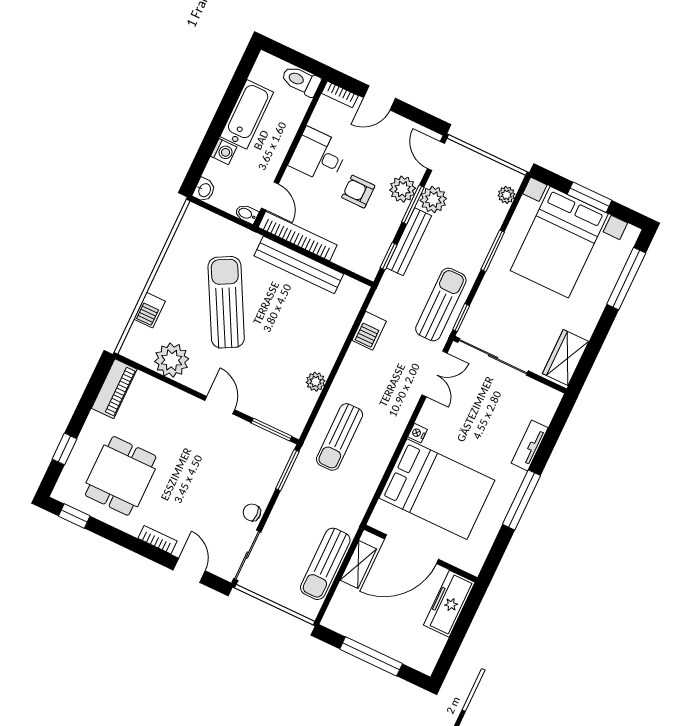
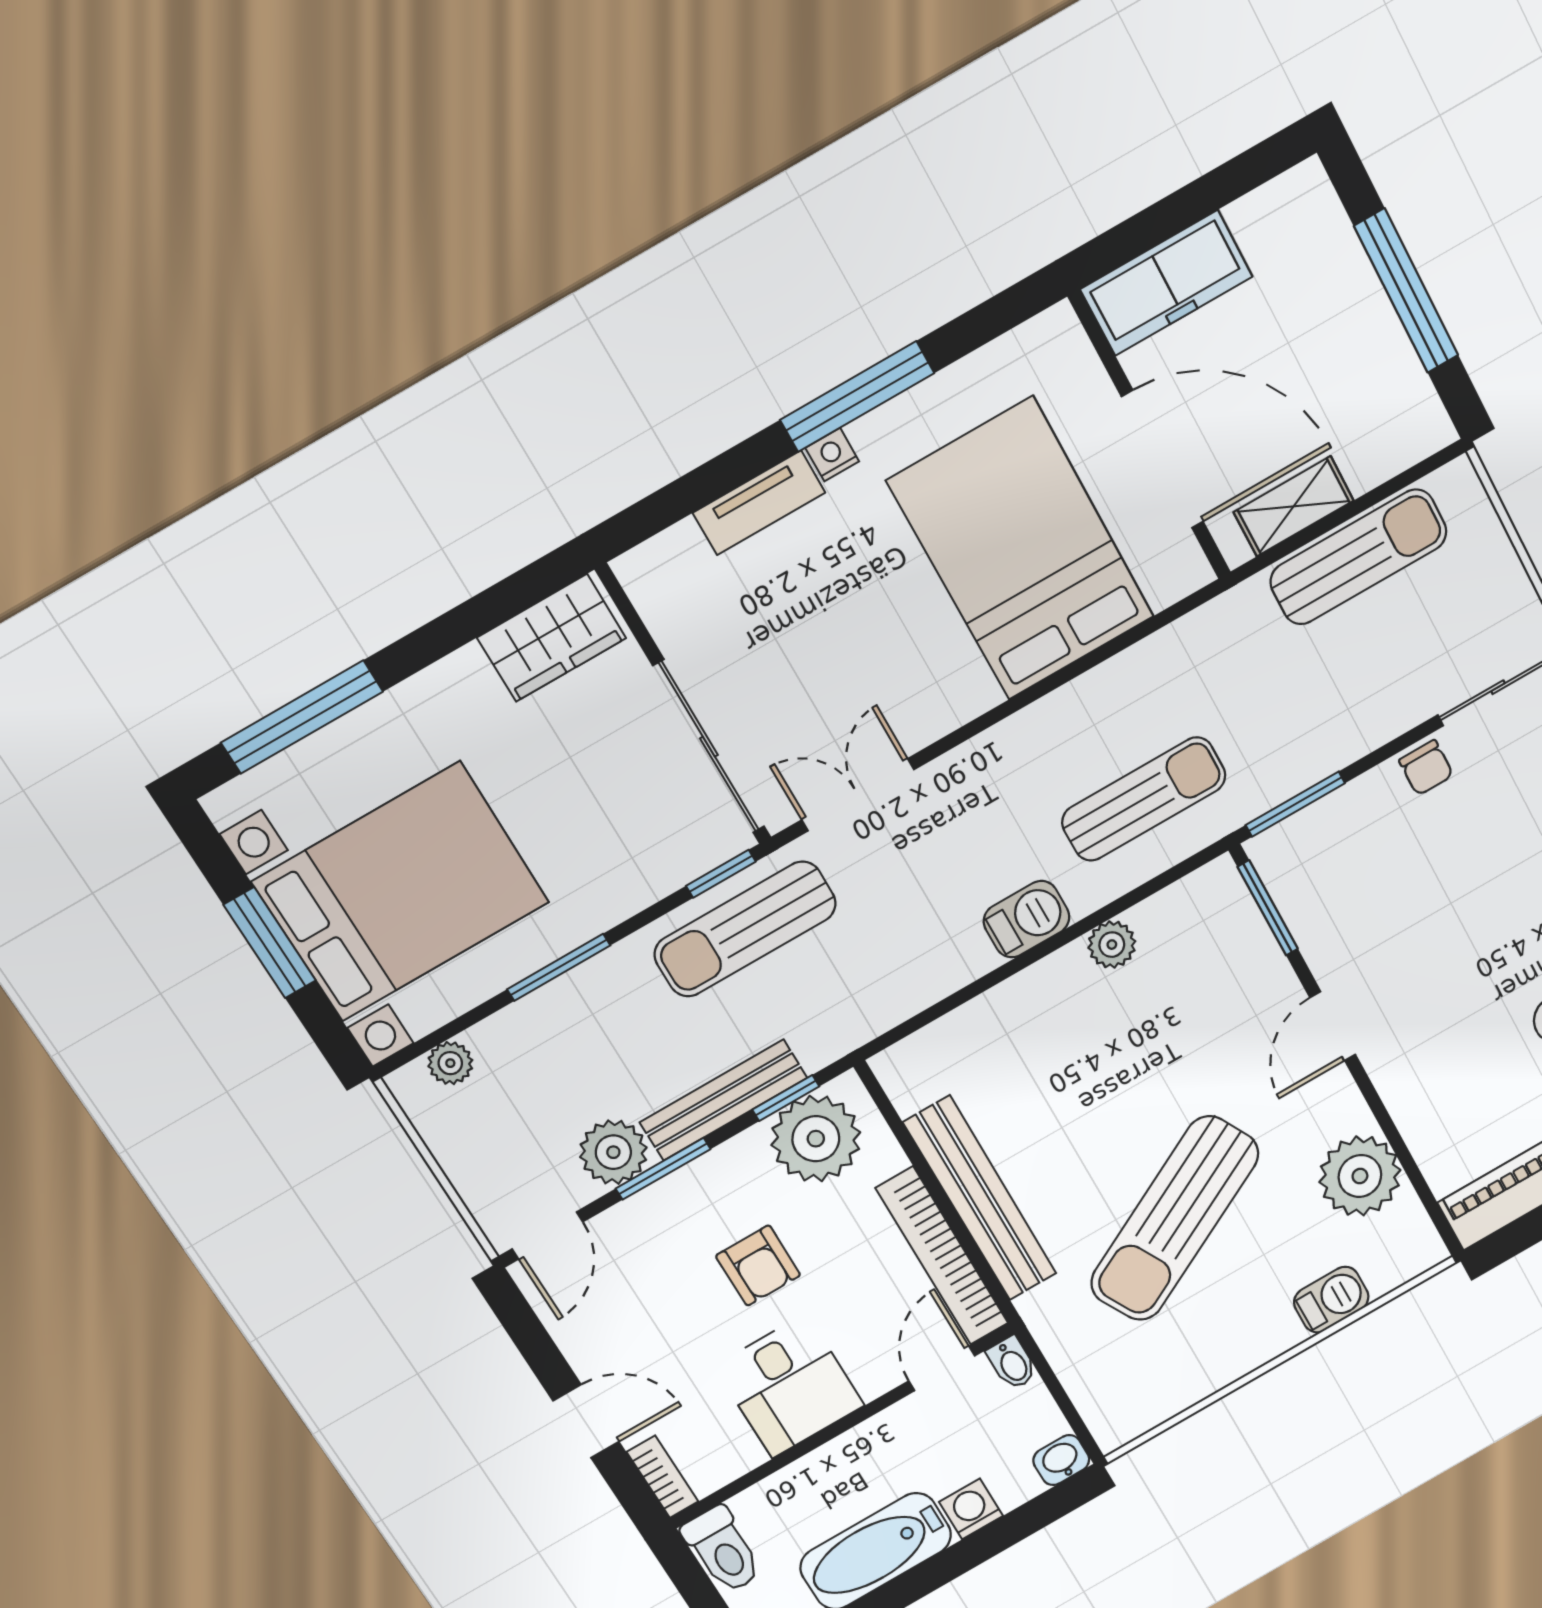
plant: (403, 189) -> (816, 1139), moved, width x1.36, depth x1.36
barbecue: (369, 331) -> (1027, 919), moved
nightstand: (418, 433) -> (832, 455), moved, turned 180

